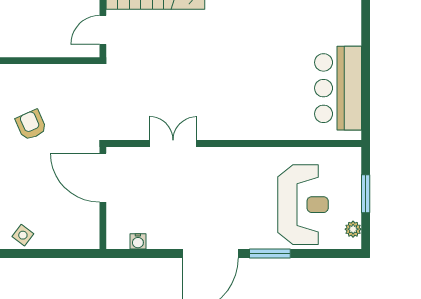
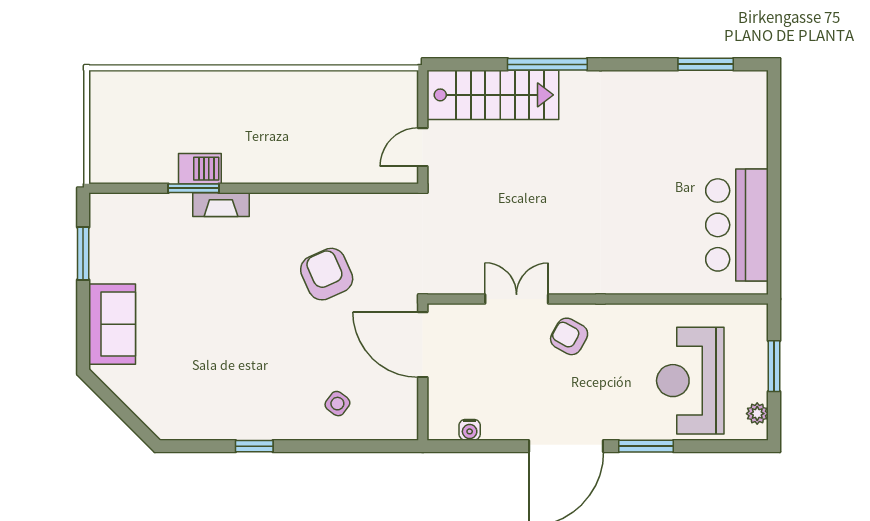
armchair: (31, 125) -> (327, 274), width x1.38, depth x1.38
armchair: (212, 172) -> (569, 336), added
reception desk: (303, 205) -> (690, 381), turned 180
side table: (23, 235) -> (337, 404), moved

